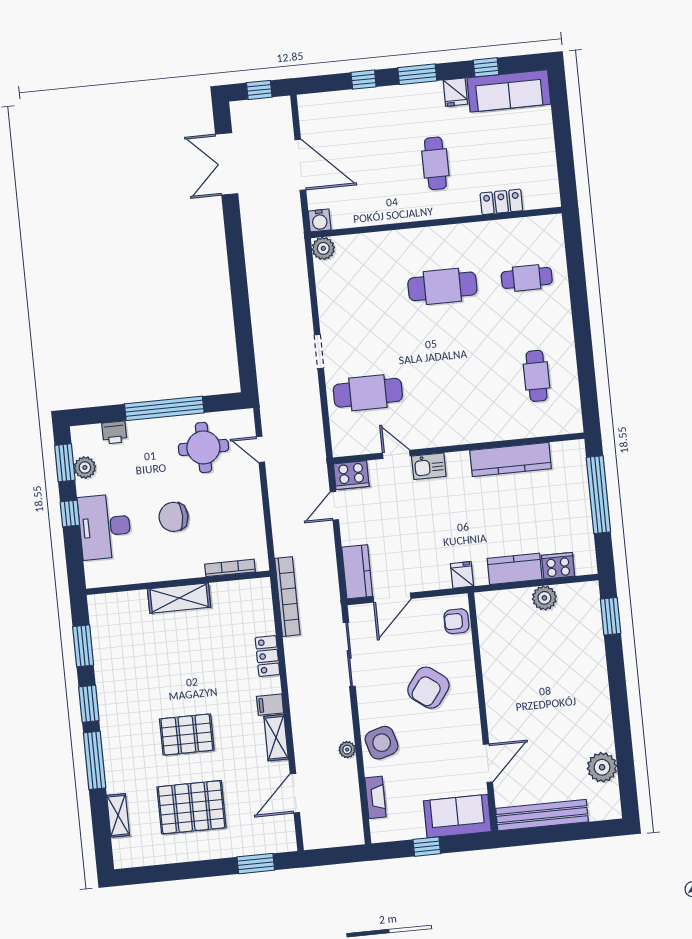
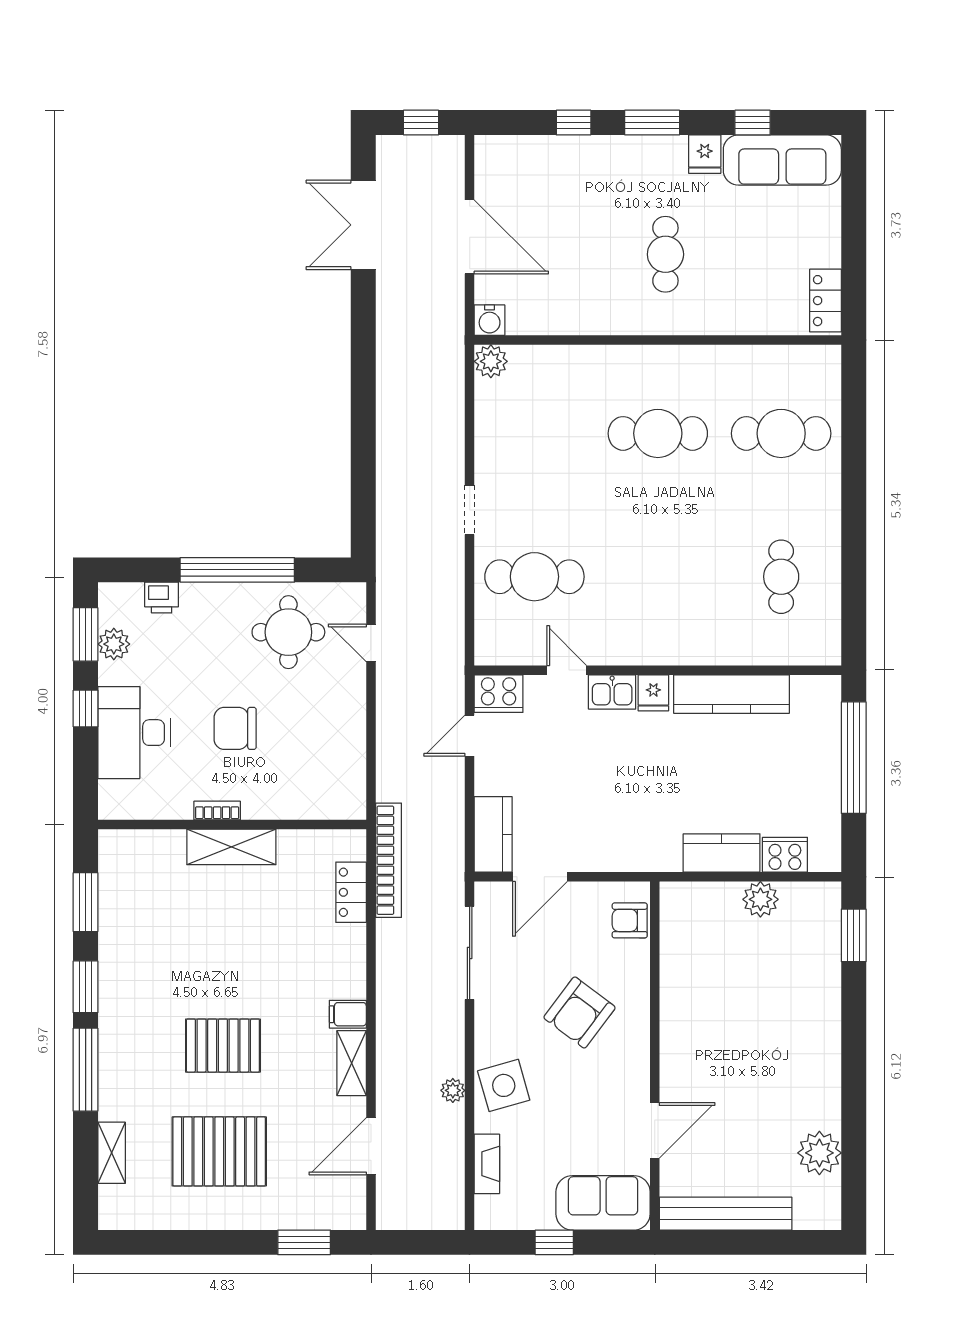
locker: (501, 202) -> (826, 301), moved, turned -90
cafe table: (527, 278) -> (781, 433), width x1.37, depth x1.35
bookcase: (230, 568) -> (217, 810), moved, width x0.64
fridge: (462, 575) -> (653, 693), moved, turned 180
locker: (267, 656) -> (351, 892), moved

